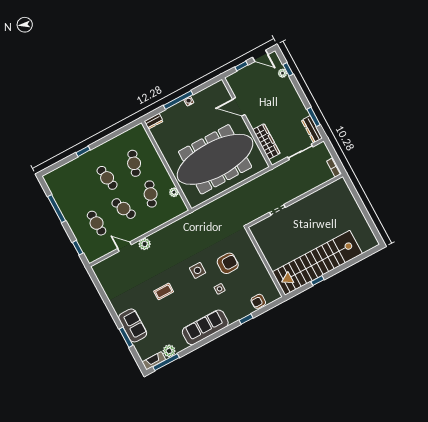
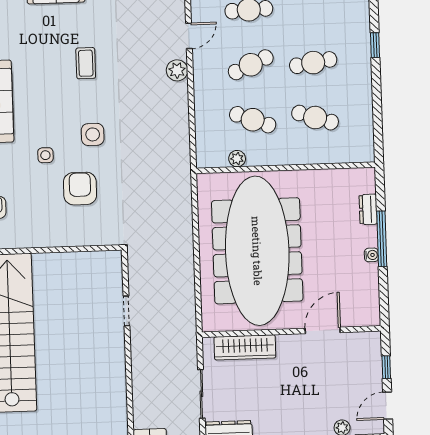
dresser: (154, 121) -> (368, 209), moved
armchair: (228, 263) -> (80, 189), turned 180

